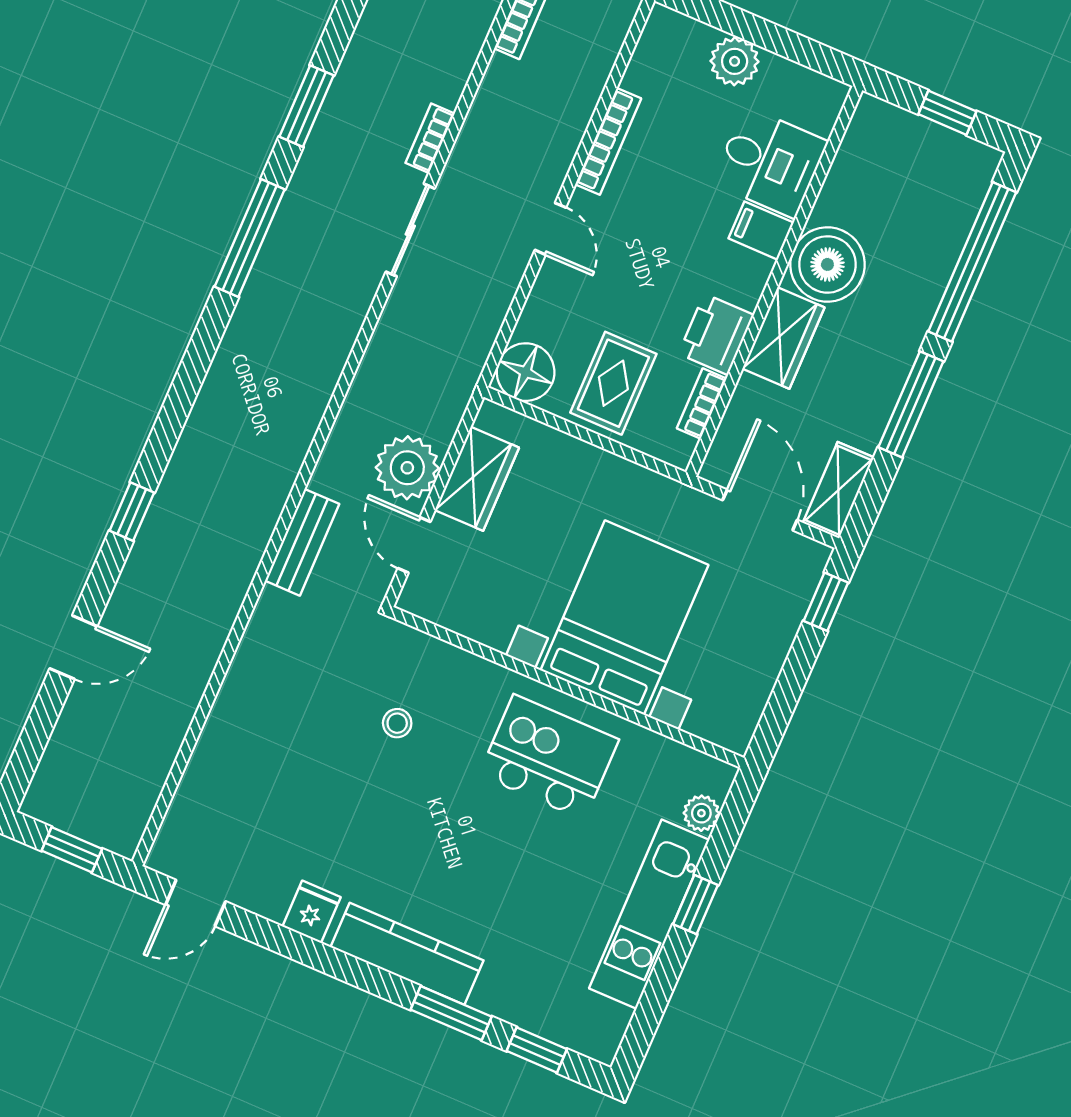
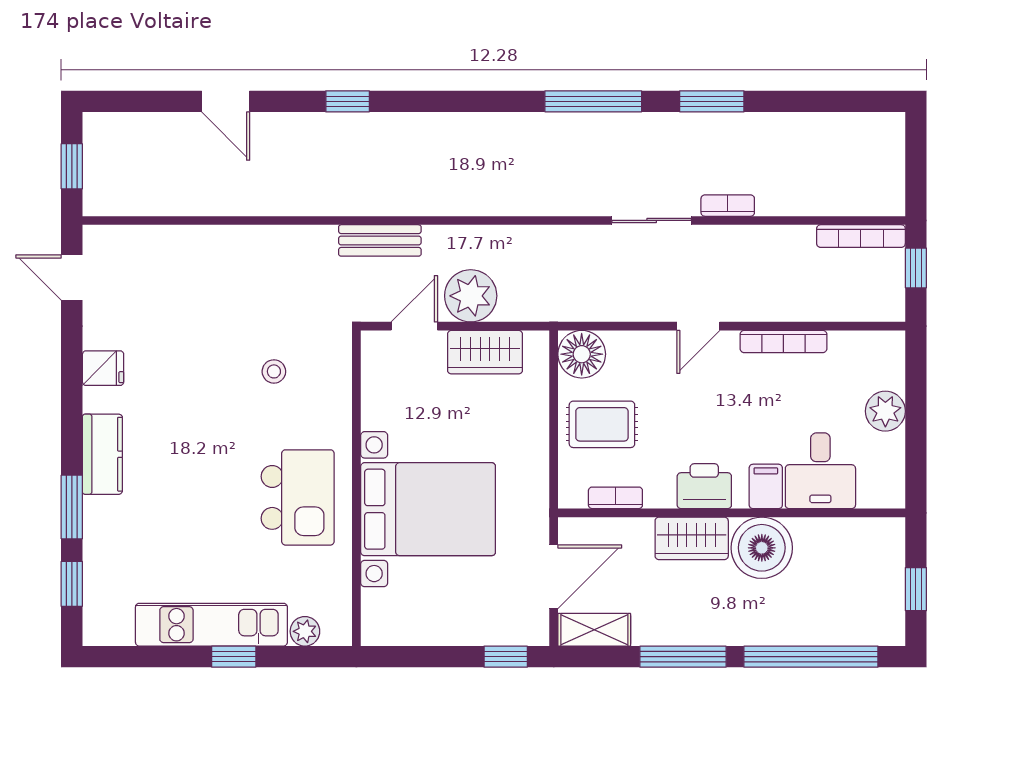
printer: (716, 334) -> (704, 486), moved
kitchen counter: (407, 954) -> (102, 454), width x0.67

